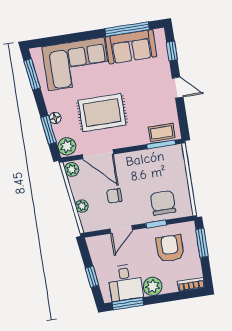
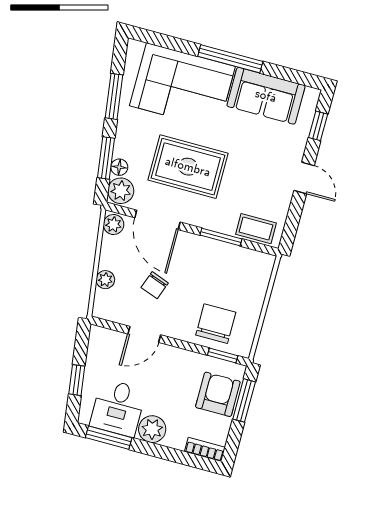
window: (127, 29) -> (230, 59), moved
window: (32, 74) -> (114, 96), moved
floor lamp: (55, 118) -> (119, 167), moved
window: (161, 144) -> (221, 237), moved
chair: (114, 196) -> (155, 285), turned -70
window: (156, 224) -> (223, 355), moved
armchair: (170, 248) -> (218, 394), moved

